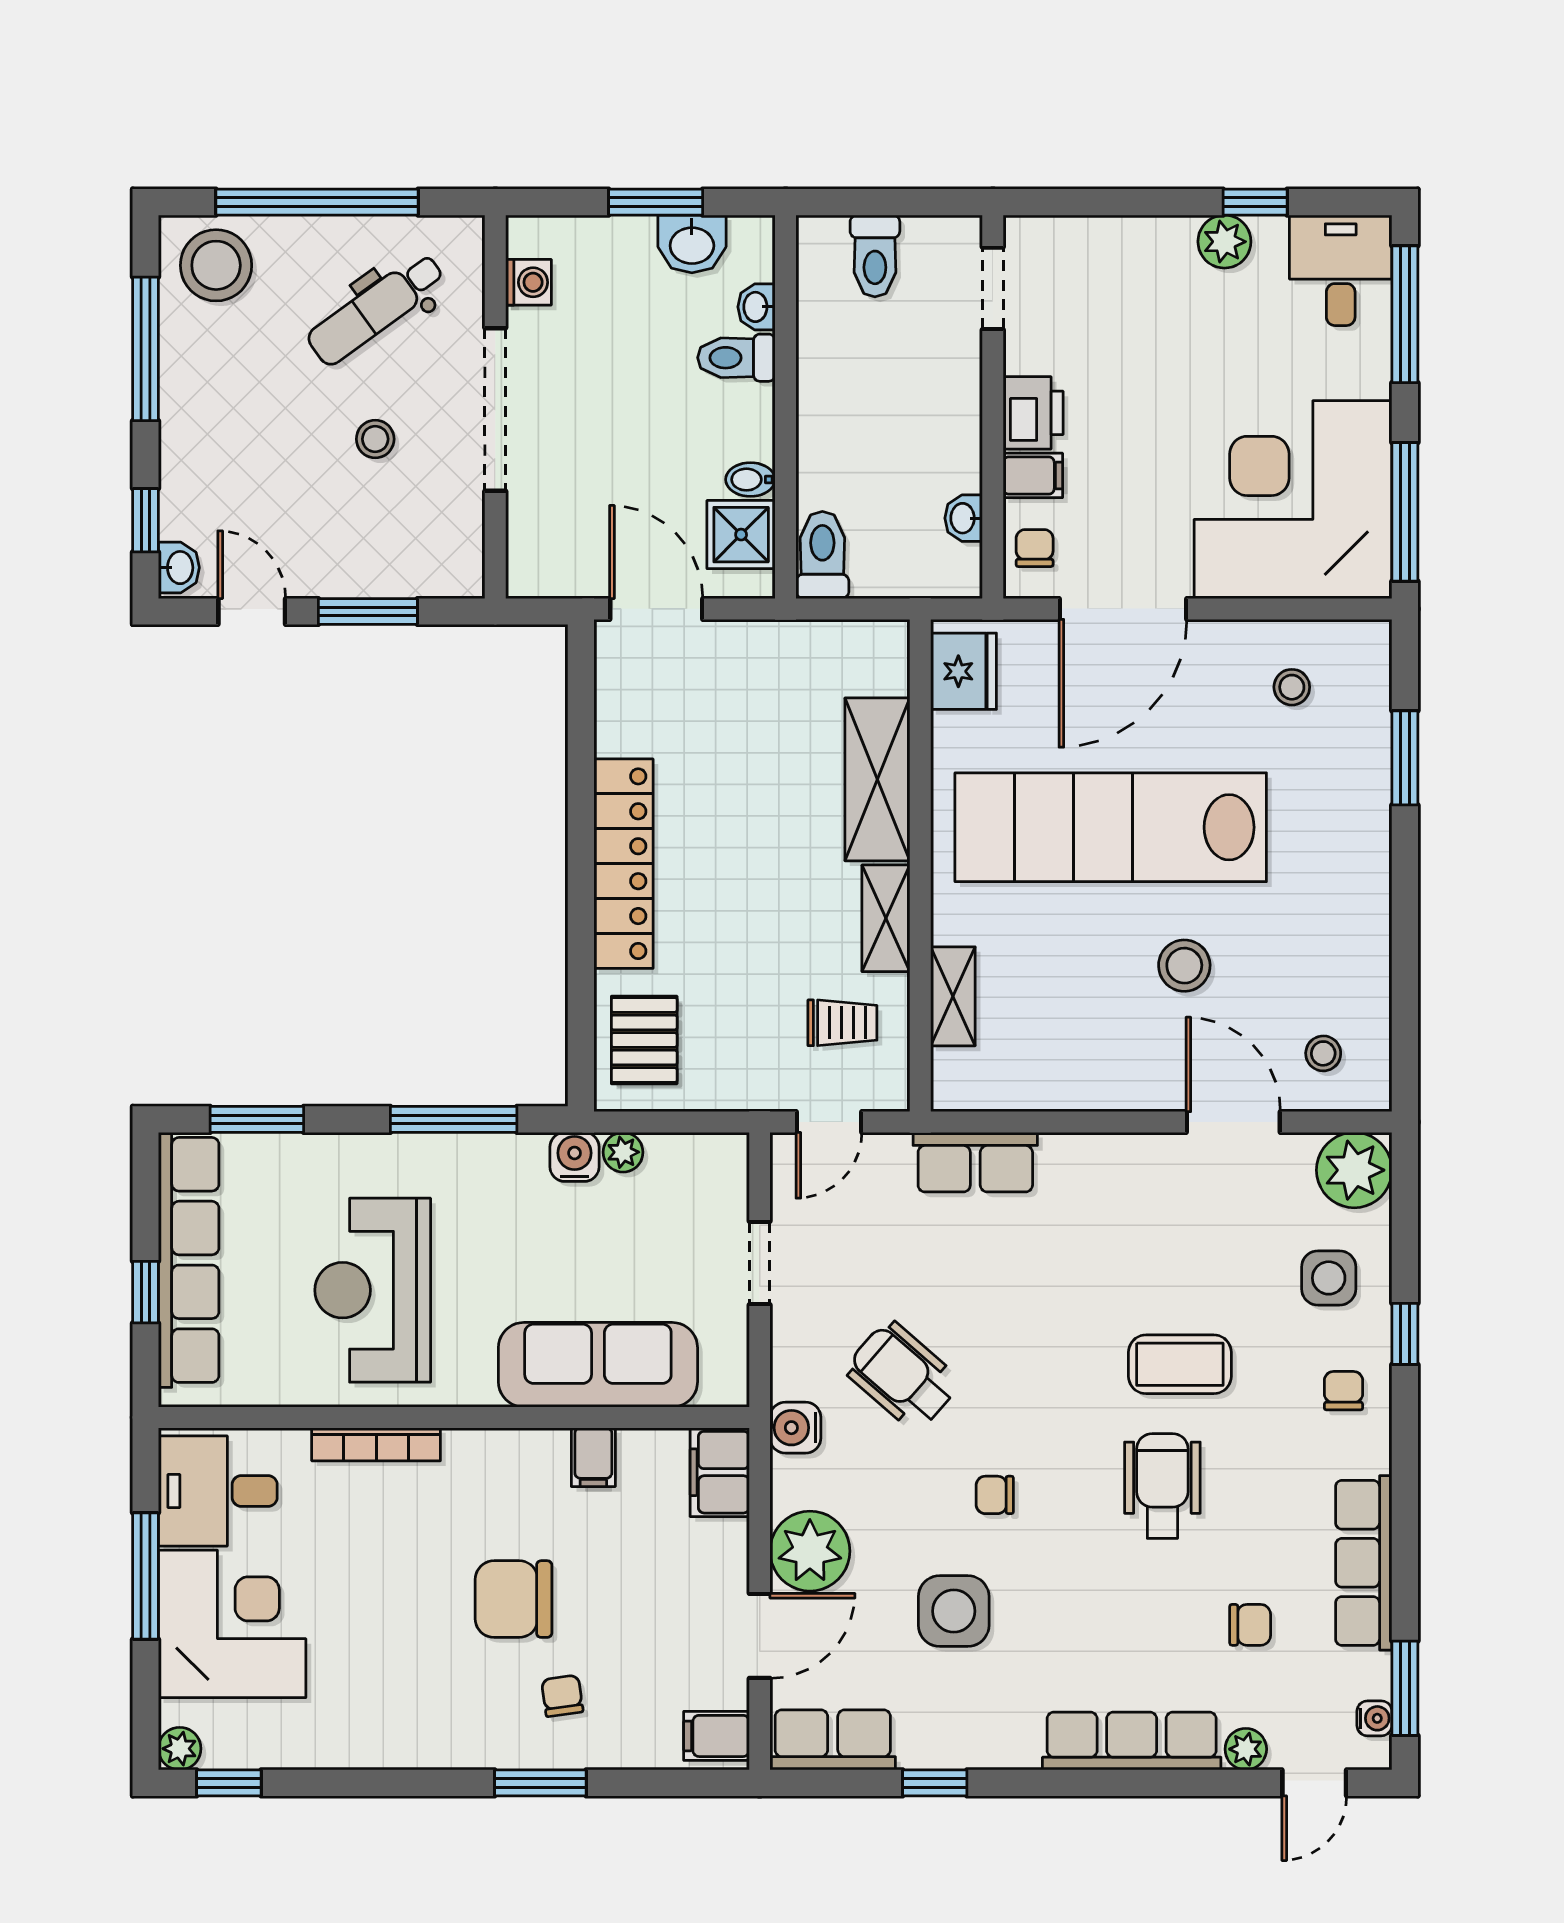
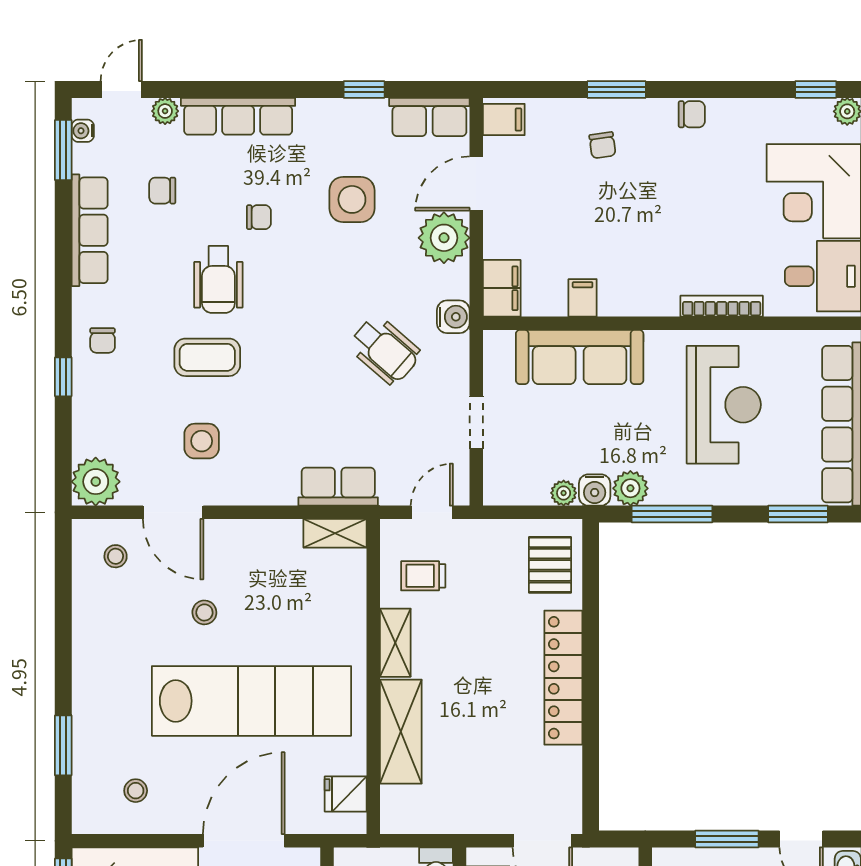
fridge: (964, 671) -> (346, 794), width x0.72
stool: (1184, 966) -> (204, 612), width x0.73, depth x0.73
shelving: (953, 996) -> (335, 533), moved, turned 90
plant: (519, 1160) -> (630, 488), added
side table: (1329, 1278) -> (202, 441), moved
chair: (995, 1495) -> (259, 217), moved
chair: (514, 1599) -> (692, 114), moved, width x0.54, depth x0.54

